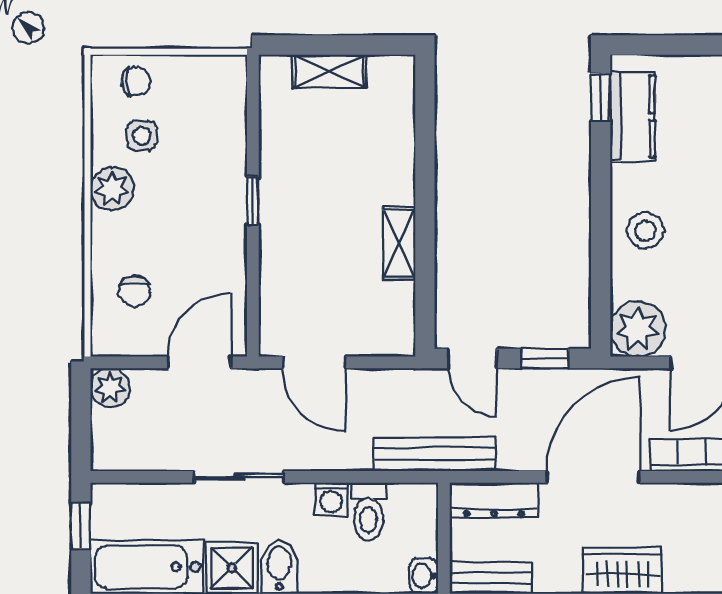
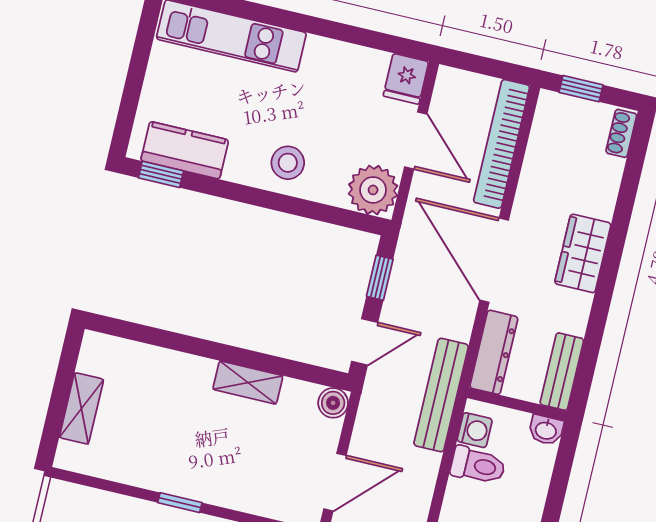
boiler: (399, 340) -> (333, 403), added
washing machine: (331, 499) -> (475, 430), moved

